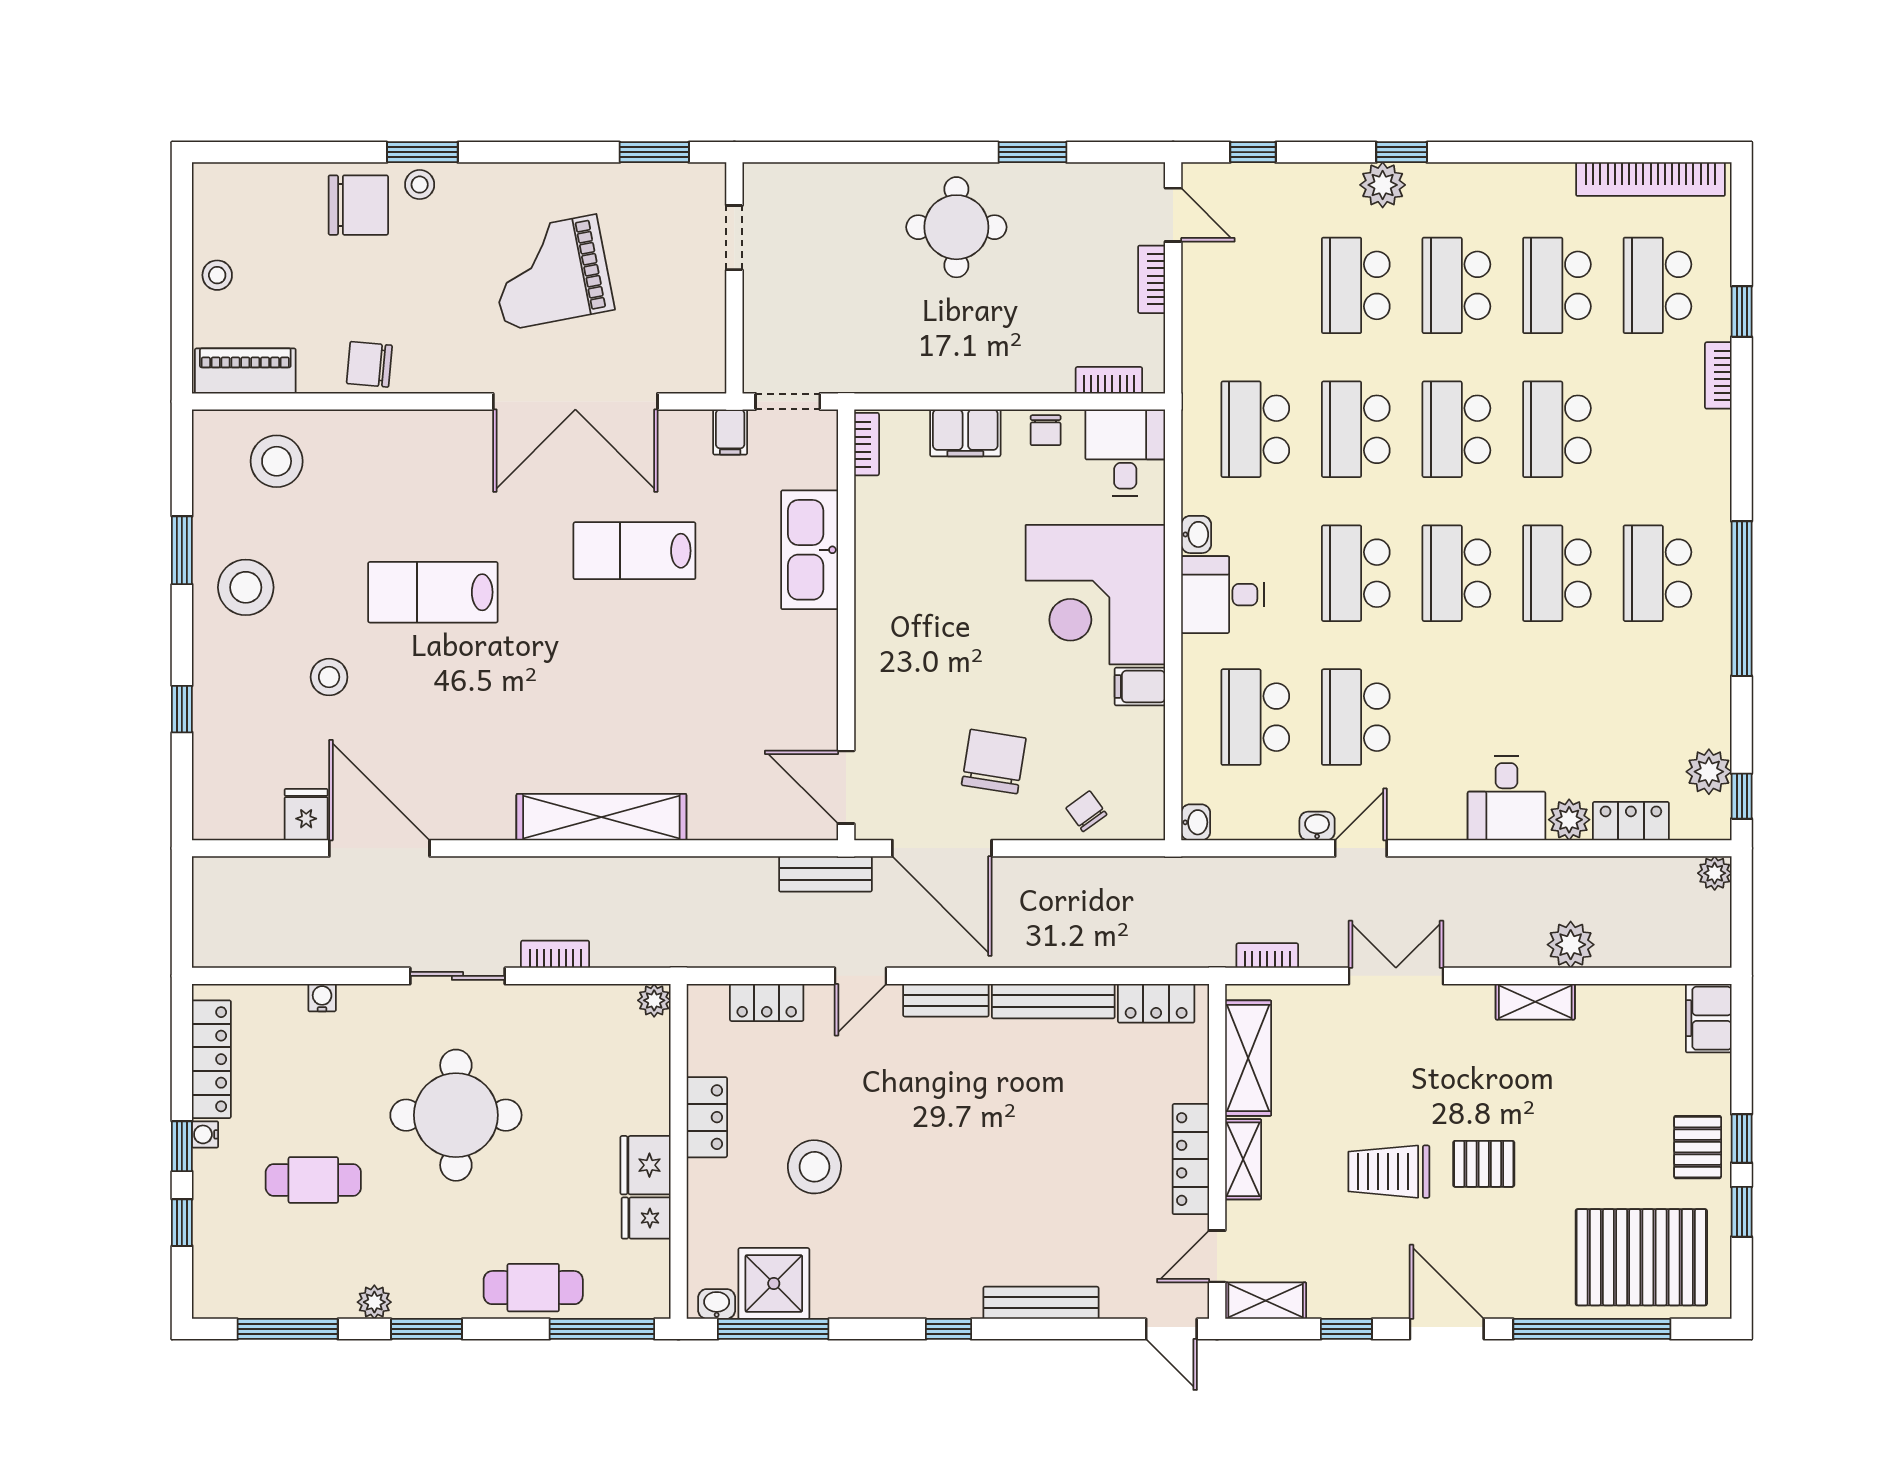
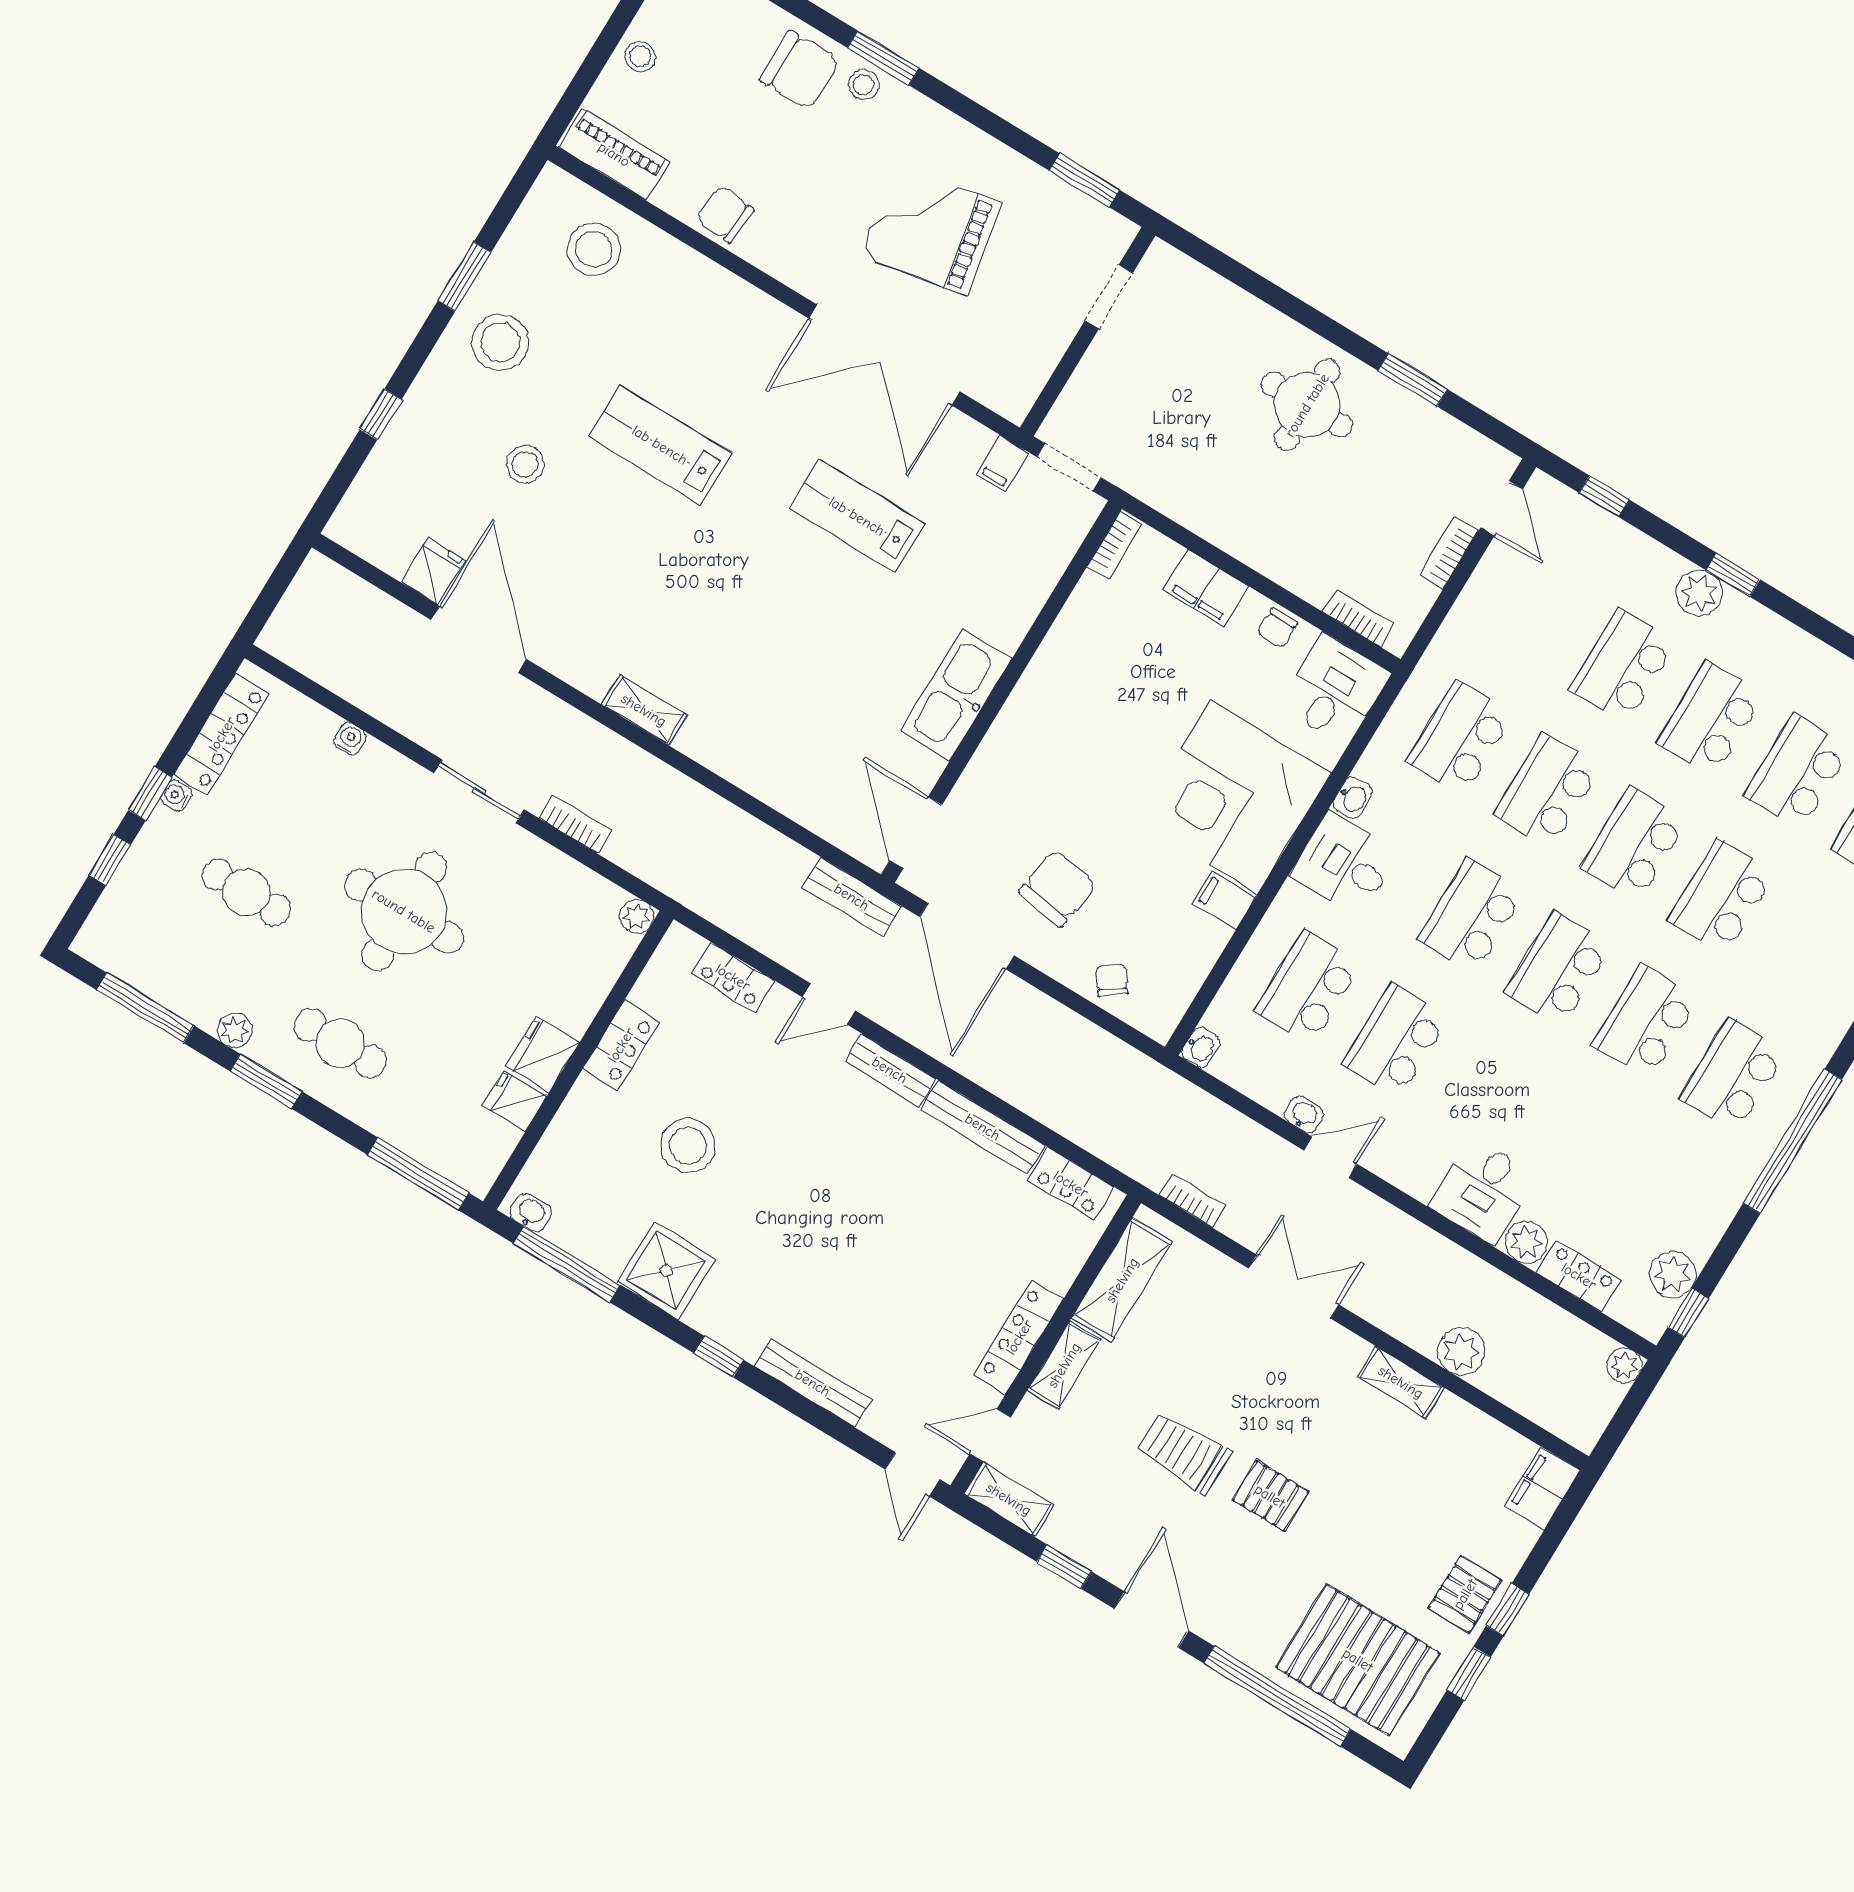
kitchen sink: (810, 550) -> (956, 695), moved
shelving: (601, 817) -> (644, 710), width x0.45, depth x0.75
shower: (774, 1283) -> (666, 1271), moved
cafe table: (533, 1288) -> (340, 1043), moved

